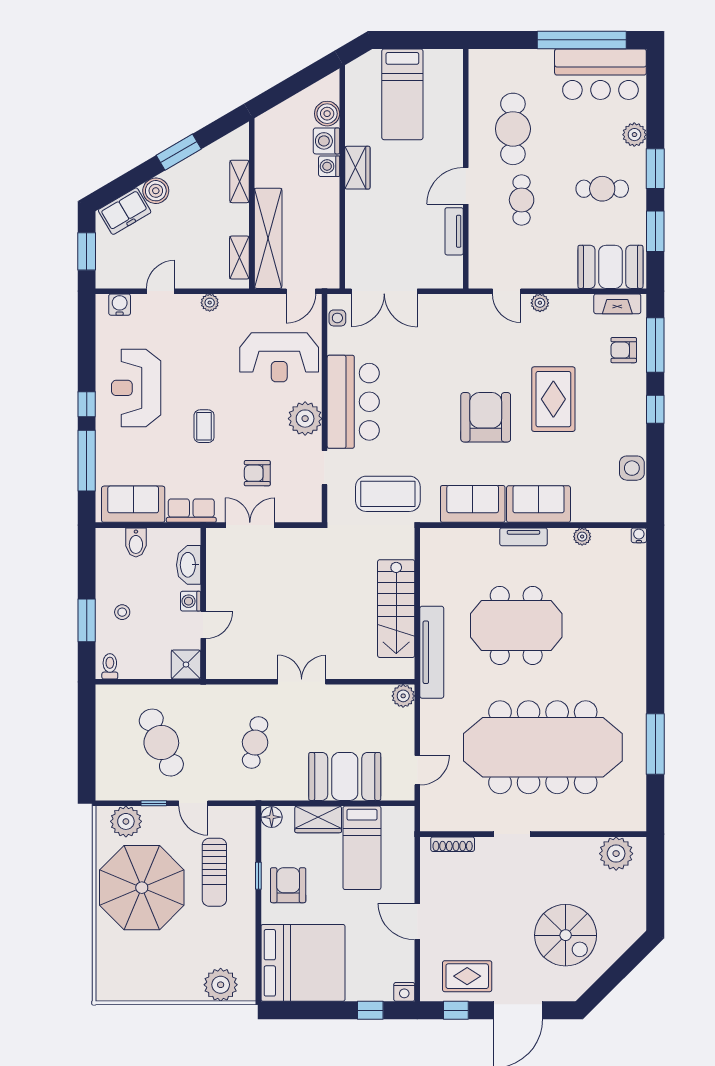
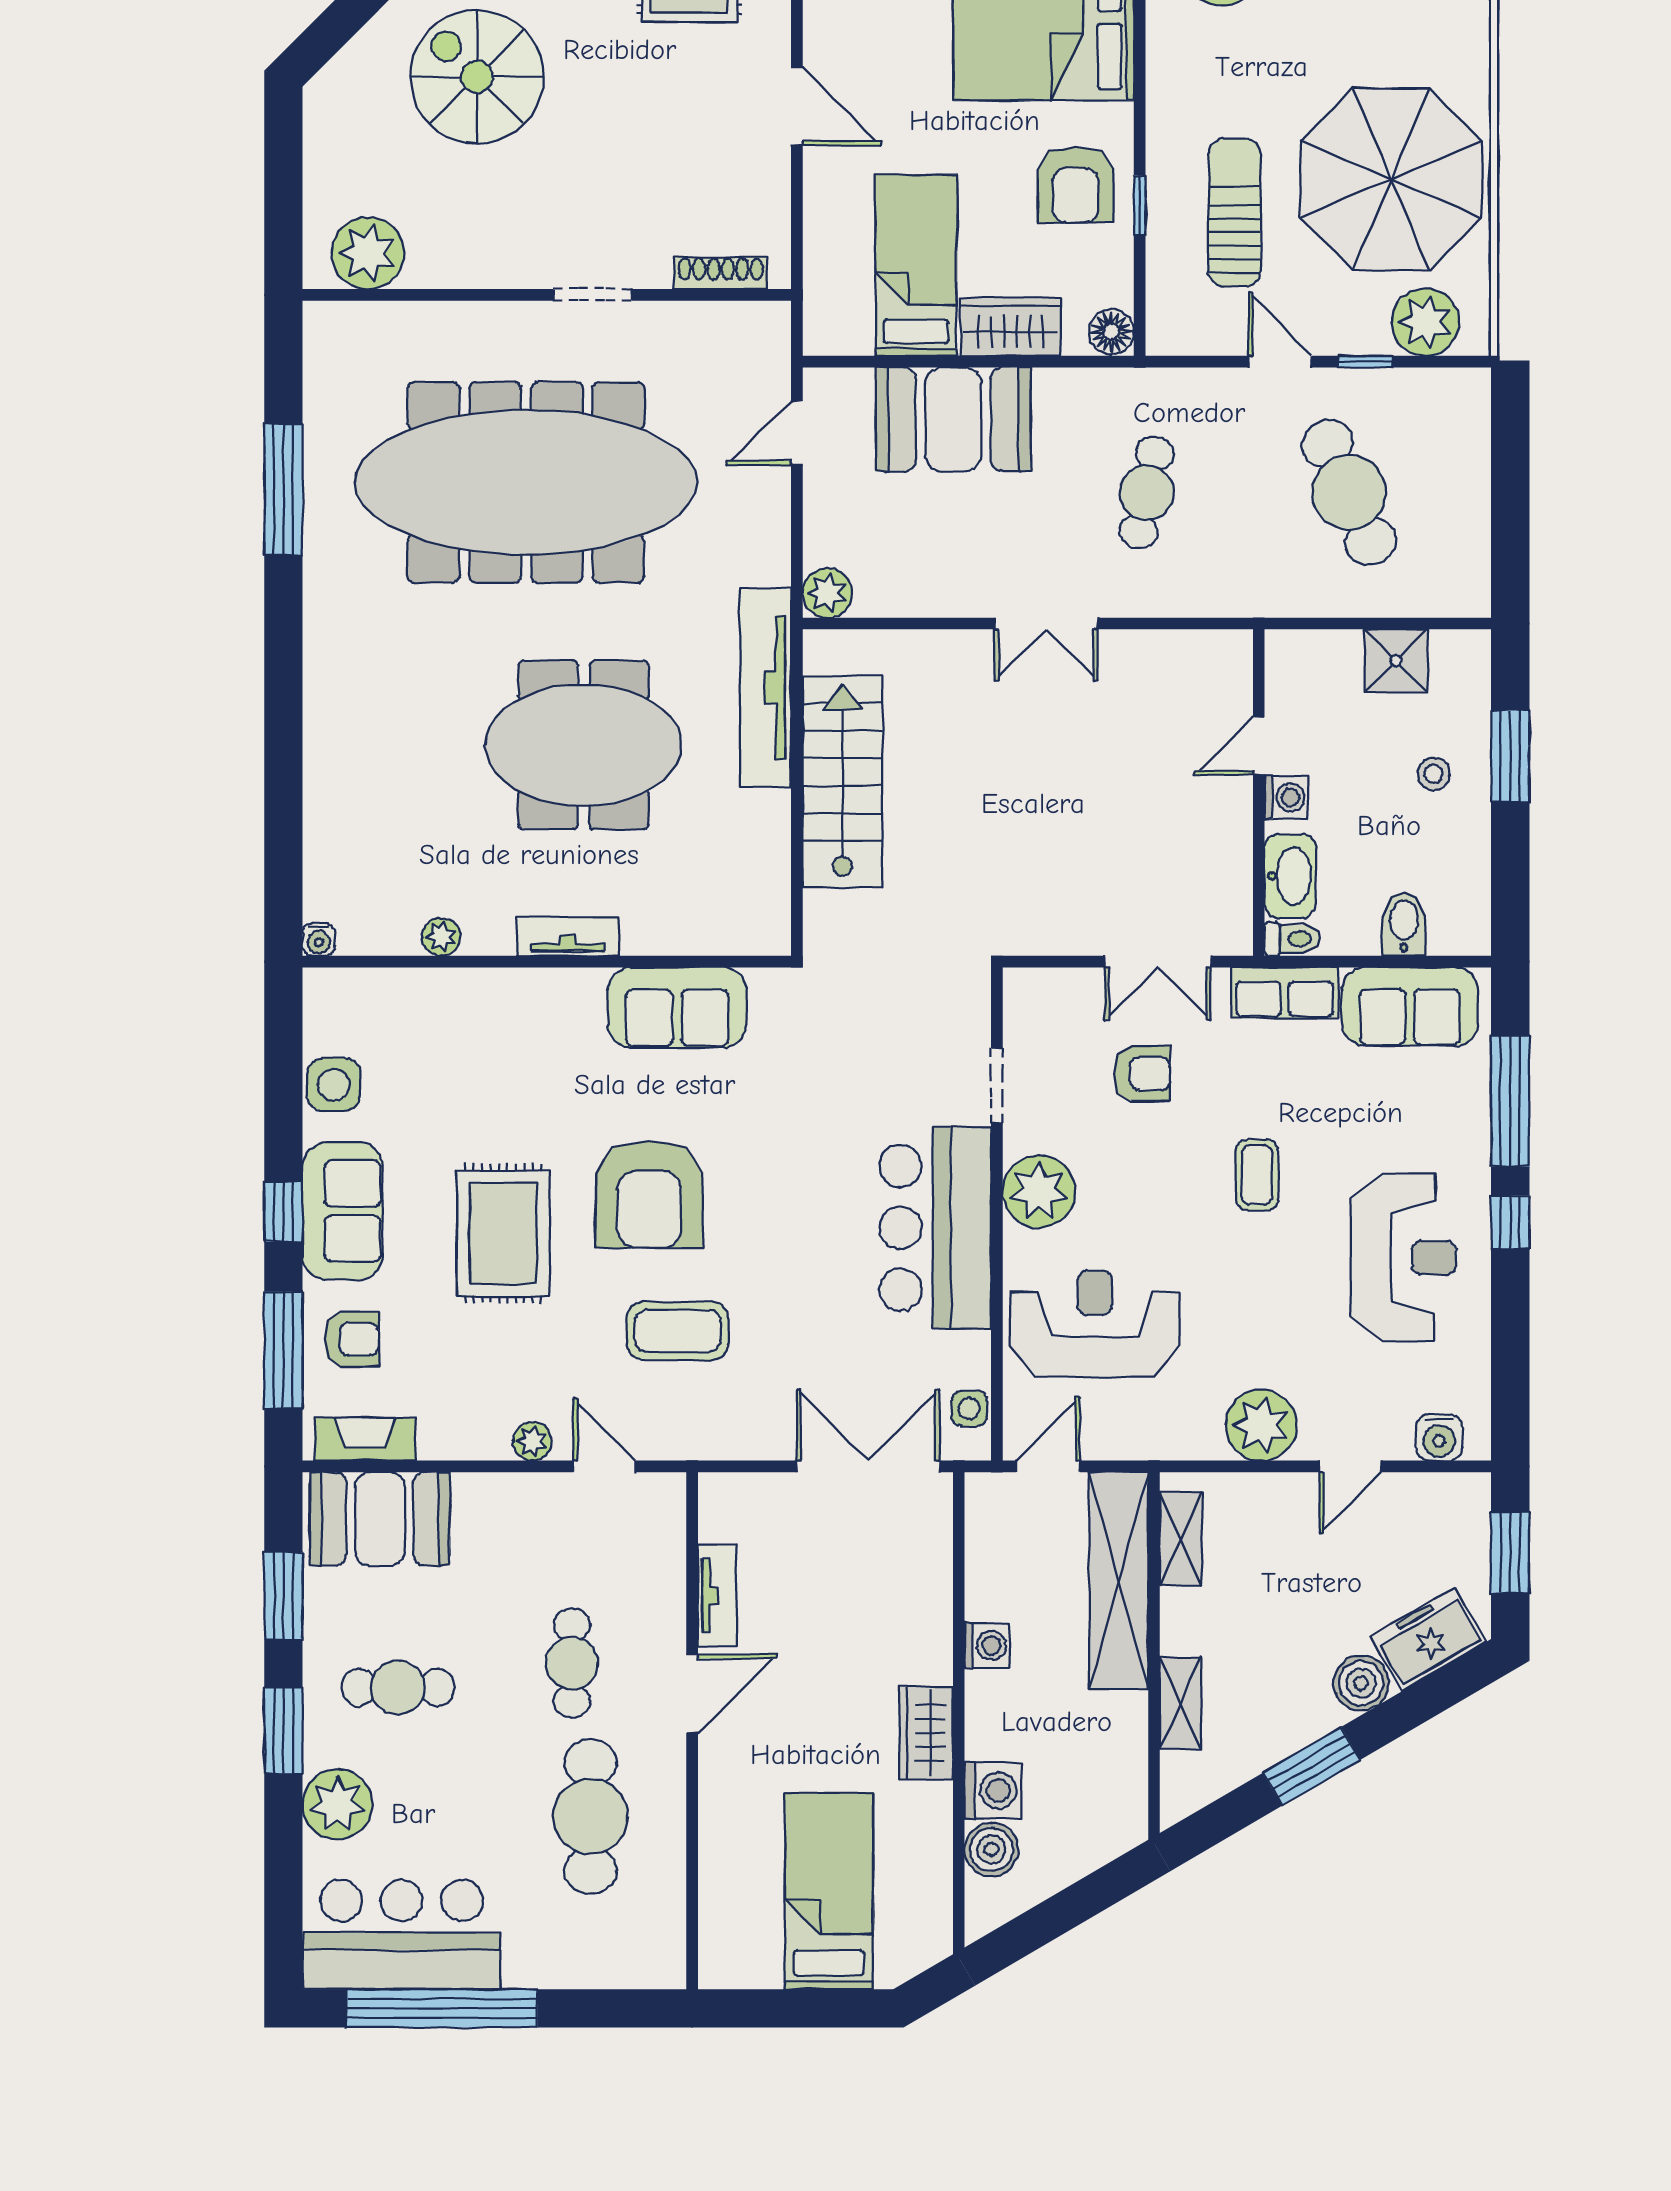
plant: (634, 135) -> (338, 1804), width x1.36, depth x1.36
washing machine: (329, 166) -> (987, 1646), moved
plant: (210, 303) -> (1261, 1425), width x1.87, depth x1.87
coffee table: (388, 494) -> (678, 1331), moved, width x0.73, depth x0.76
sofa: (538, 504) -> (342, 1211), moved, turned -90
shower: (186, 665) -> (1396, 661), moved
toilet: (110, 666) -> (1292, 939), moved, turned -90

